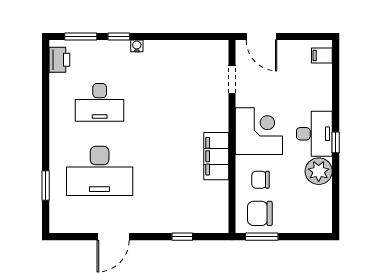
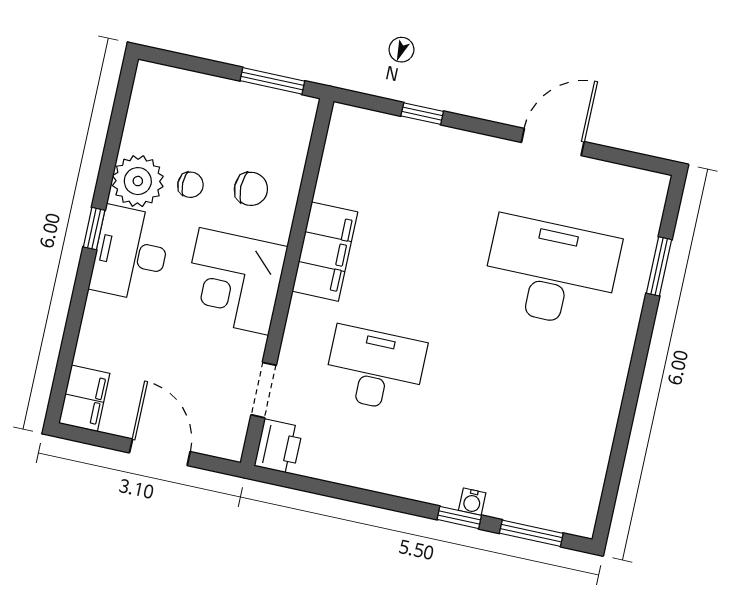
door: (262, 36) -> (160, 452), moved
water cooler: (137, 46) -> (472, 502), moved
filing cabinet: (322, 55) -> (84, 398), width x2.00
printer: (59, 60) -> (279, 447), moved, turned 180
desk: (100, 102) -> (375, 369), moved
chair: (260, 213) -> (191, 185), moved, width x0.54, depth x0.54

